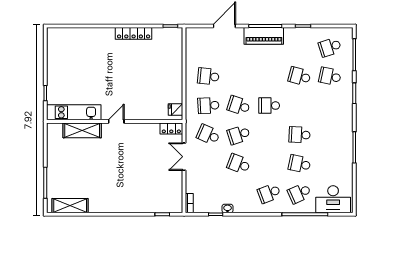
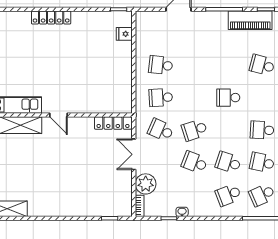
locker: (134, 33) -> (51, 17), moved
piano: (264, 36) -> (250, 20), moved
school desk: (239, 106) -> (228, 162), moved
fridge: (176, 110) -> (124, 34), moved
door: (116, 121) -> (58, 115), swing flipped
locker: (171, 128) -> (113, 123), width x1.53
plant: (195, 183) -> (146, 184), added

